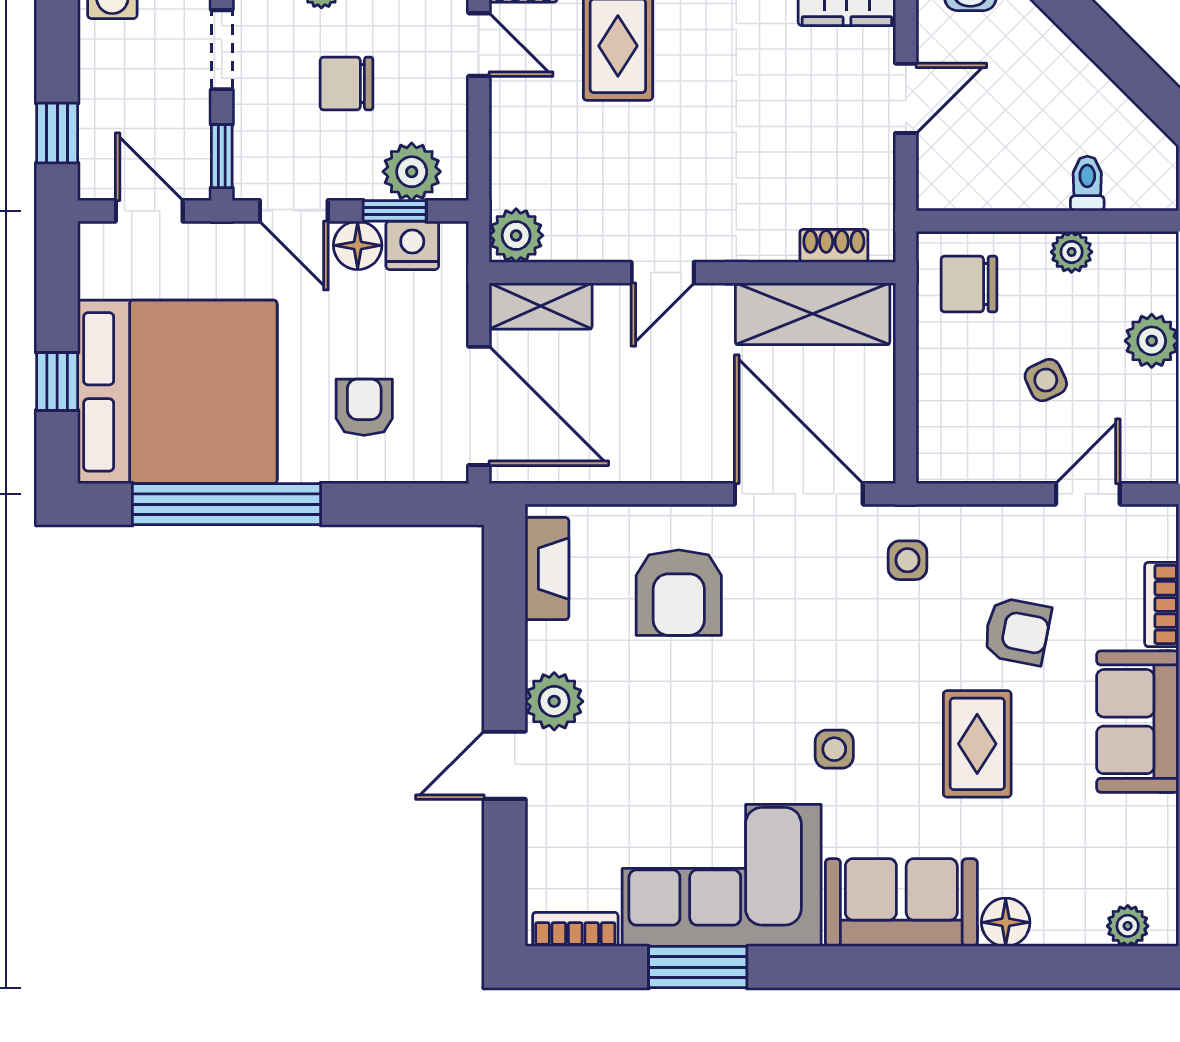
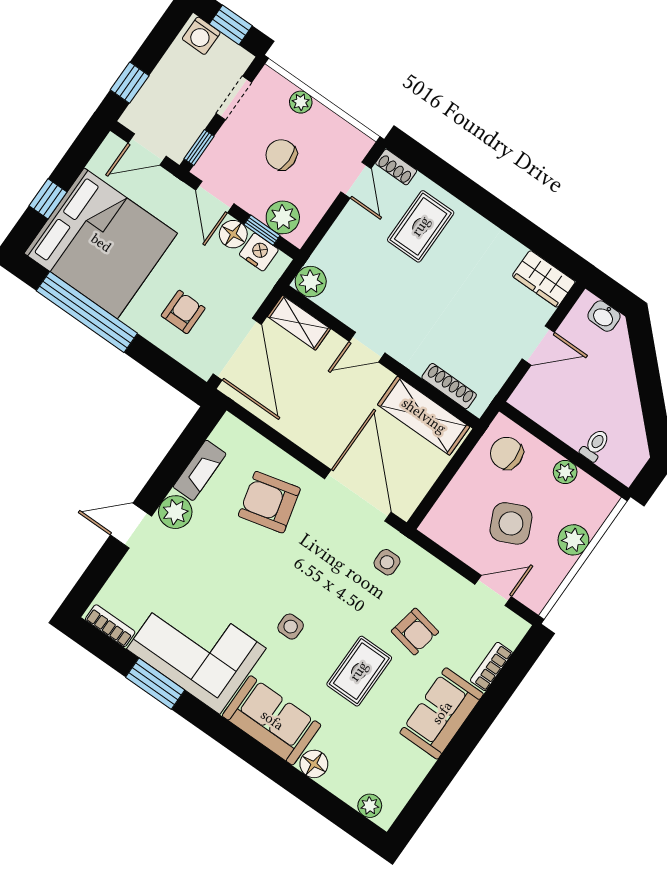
door: (149, 211) -> (147, 149), swing flipped
shoe rack: (834, 246) -> (449, 386), width x1.43
side table: (1046, 380) -> (511, 523), width x1.87, depth x1.87
fireplace: (547, 569) -> (200, 470), moved
armchair: (679, 593) -> (269, 502), turned 76

